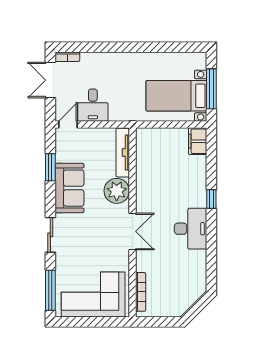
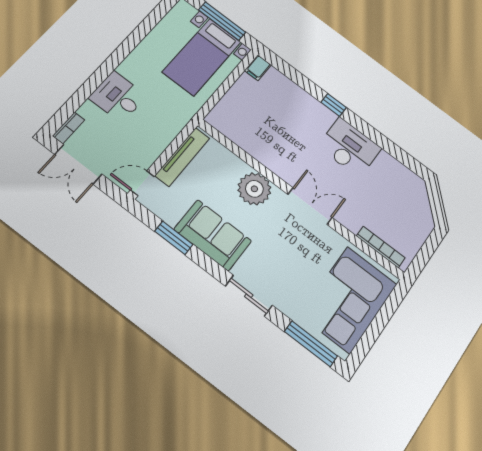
desk: (93, 105) -> (118, 97), moved, turned 180
door: (68, 125) -> (142, 183), hinge flipped
filing cabinet: (198, 141) -> (258, 68), width x0.50
tv unit: (123, 153) -> (182, 157), moved, turned -90

